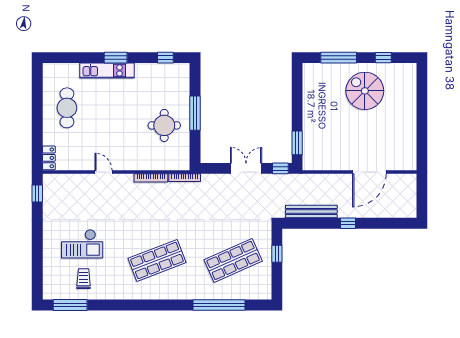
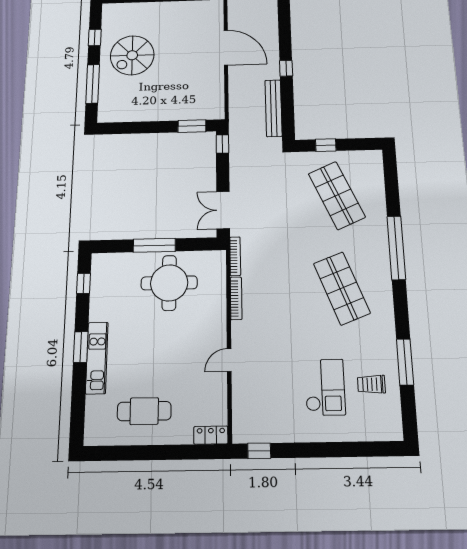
round table: (164, 125) -> (169, 283), width x1.36, depth x1.36
double door: (246, 168) -> (223, 210), moved
window: (70, 305) -> (405, 362), moved
window: (219, 305) -> (396, 248), moved

